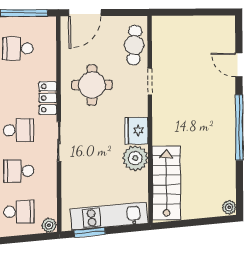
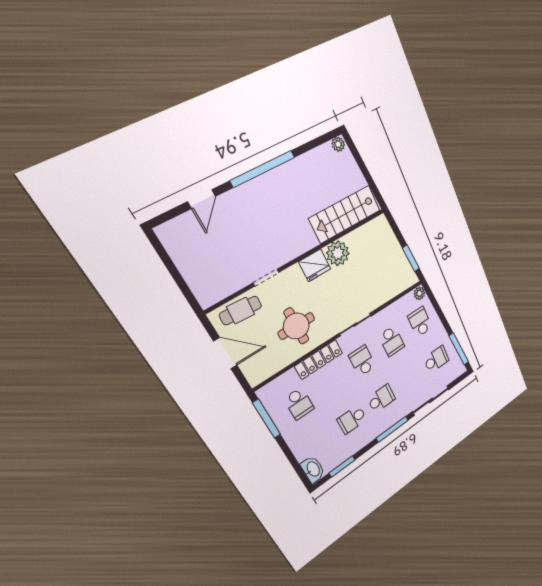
door: (85, 13) -> (225, 353), moved
locker: (48, 98) -> (319, 360), width x1.53
kitchen unit: (109, 216) -> (392, 249), removed

